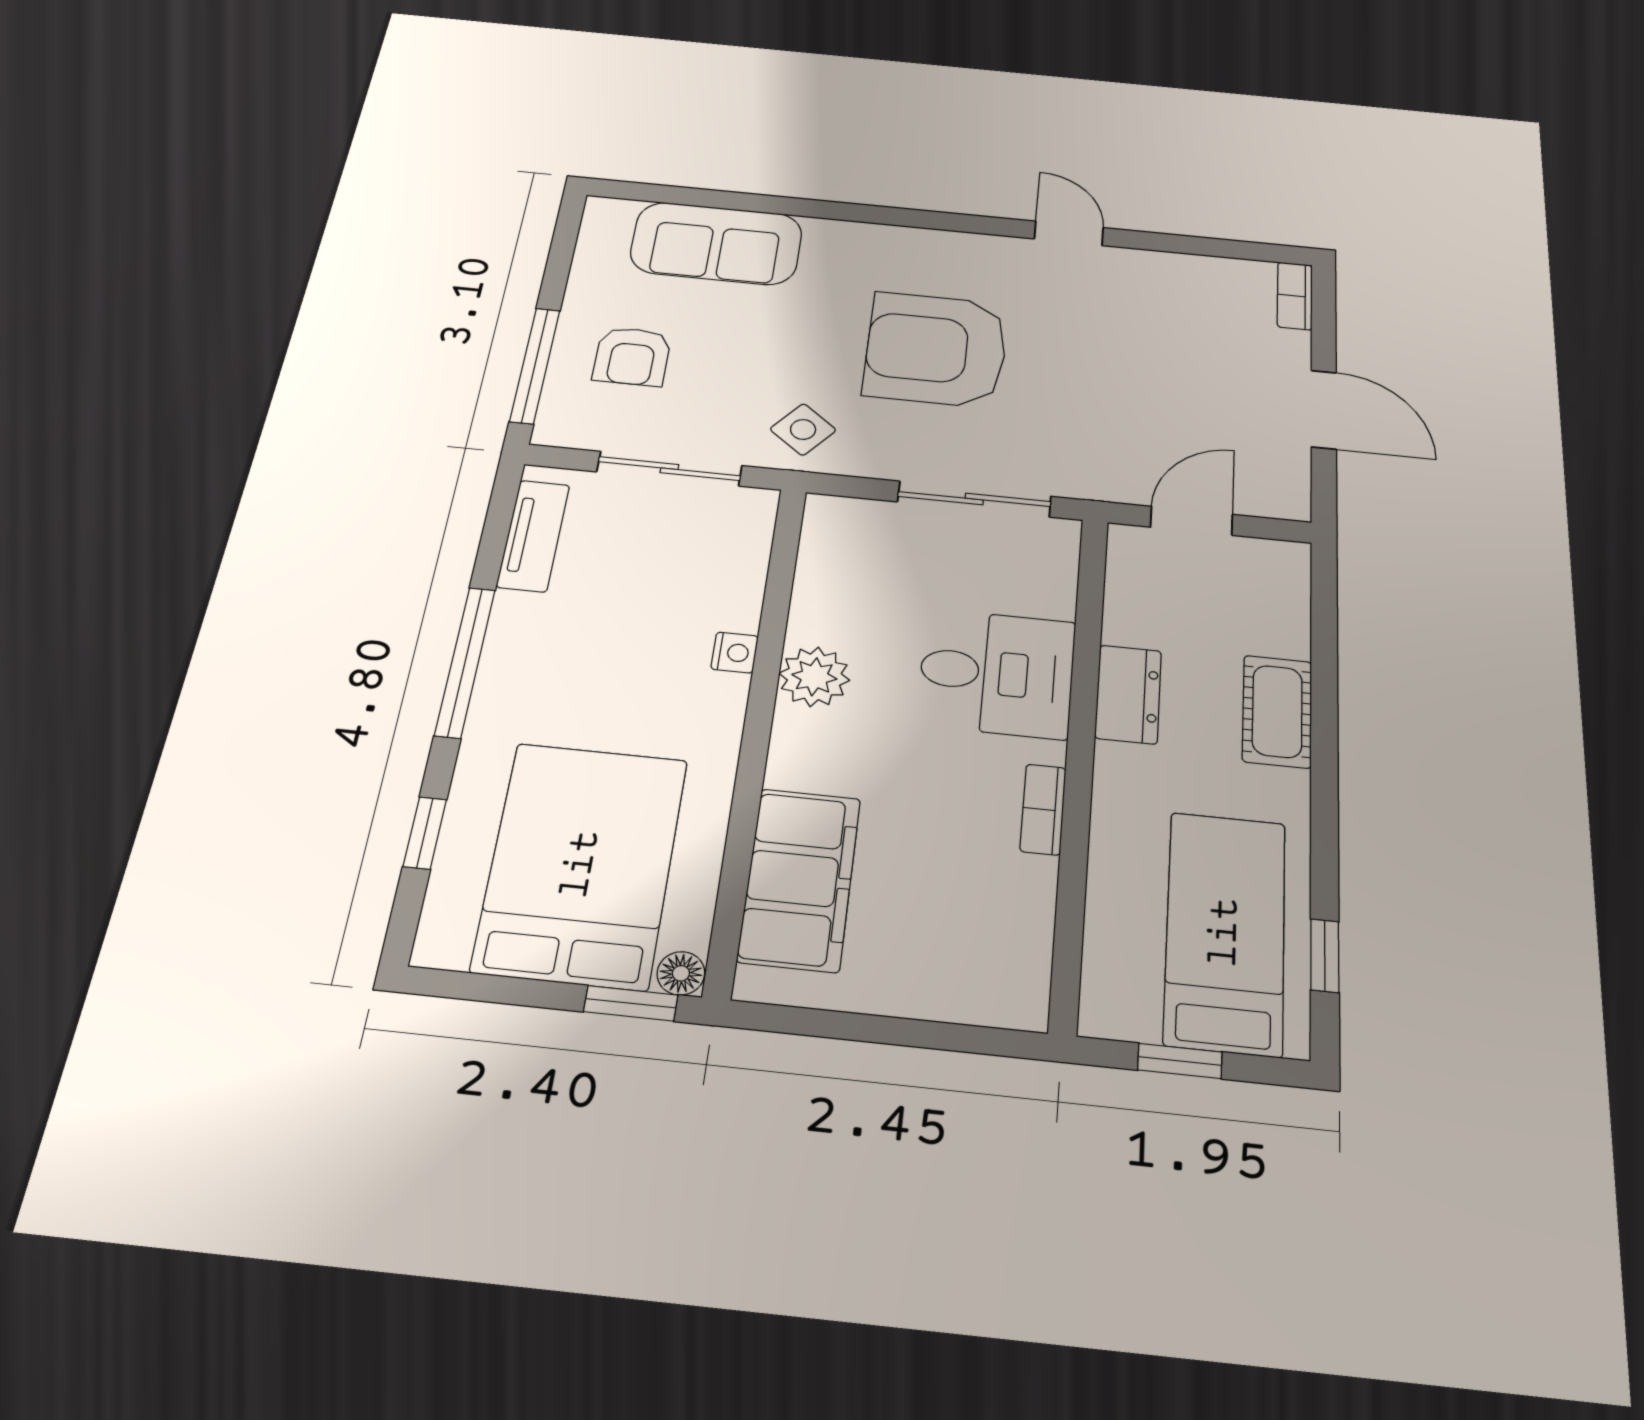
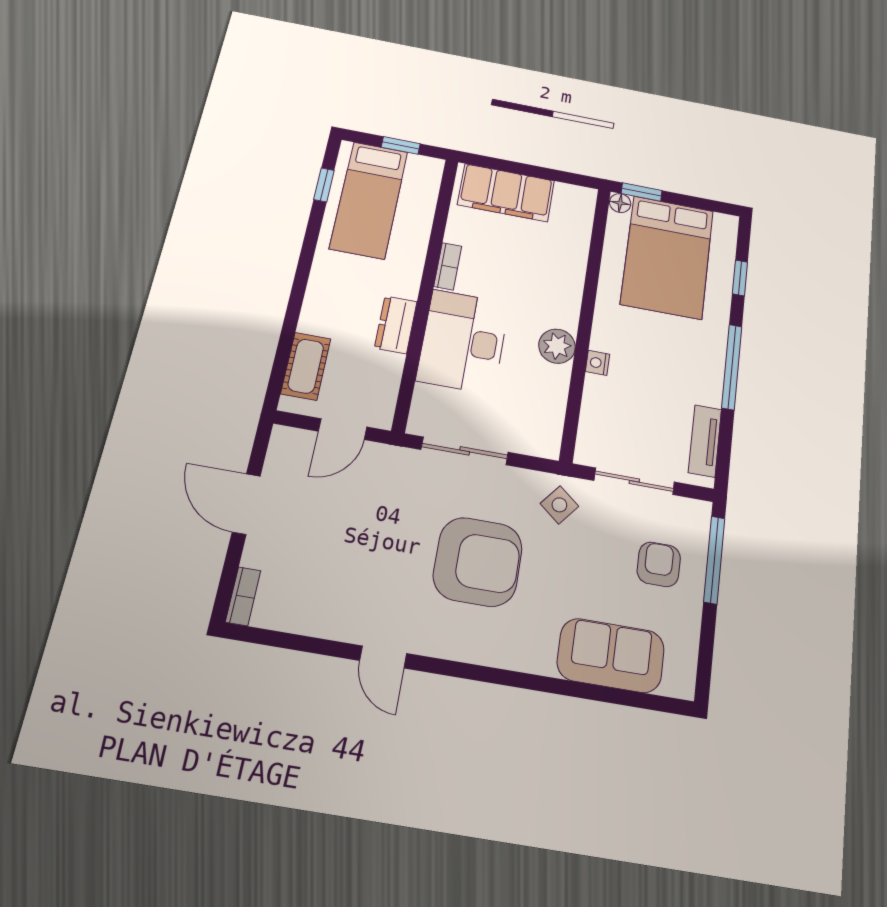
desk: (997, 673) -> (463, 342), width x1.37
cot: (1277, 711) -> (306, 366), moved
filing cabinet: (800, 879) -> (506, 193), moved, turned -90

